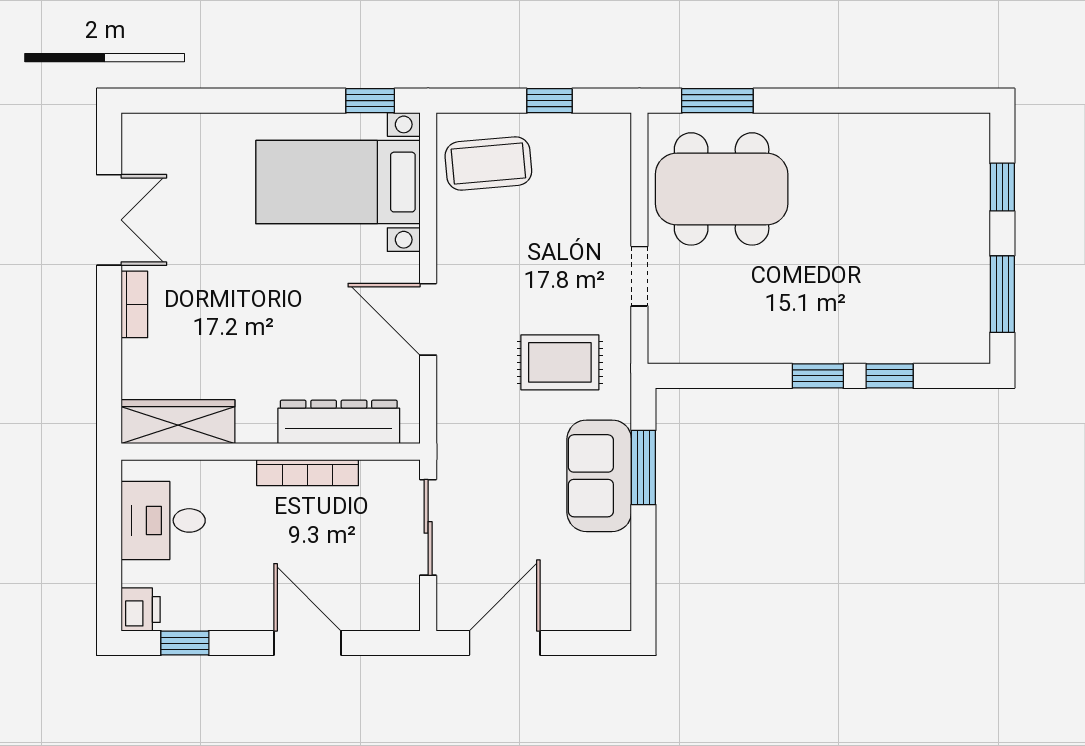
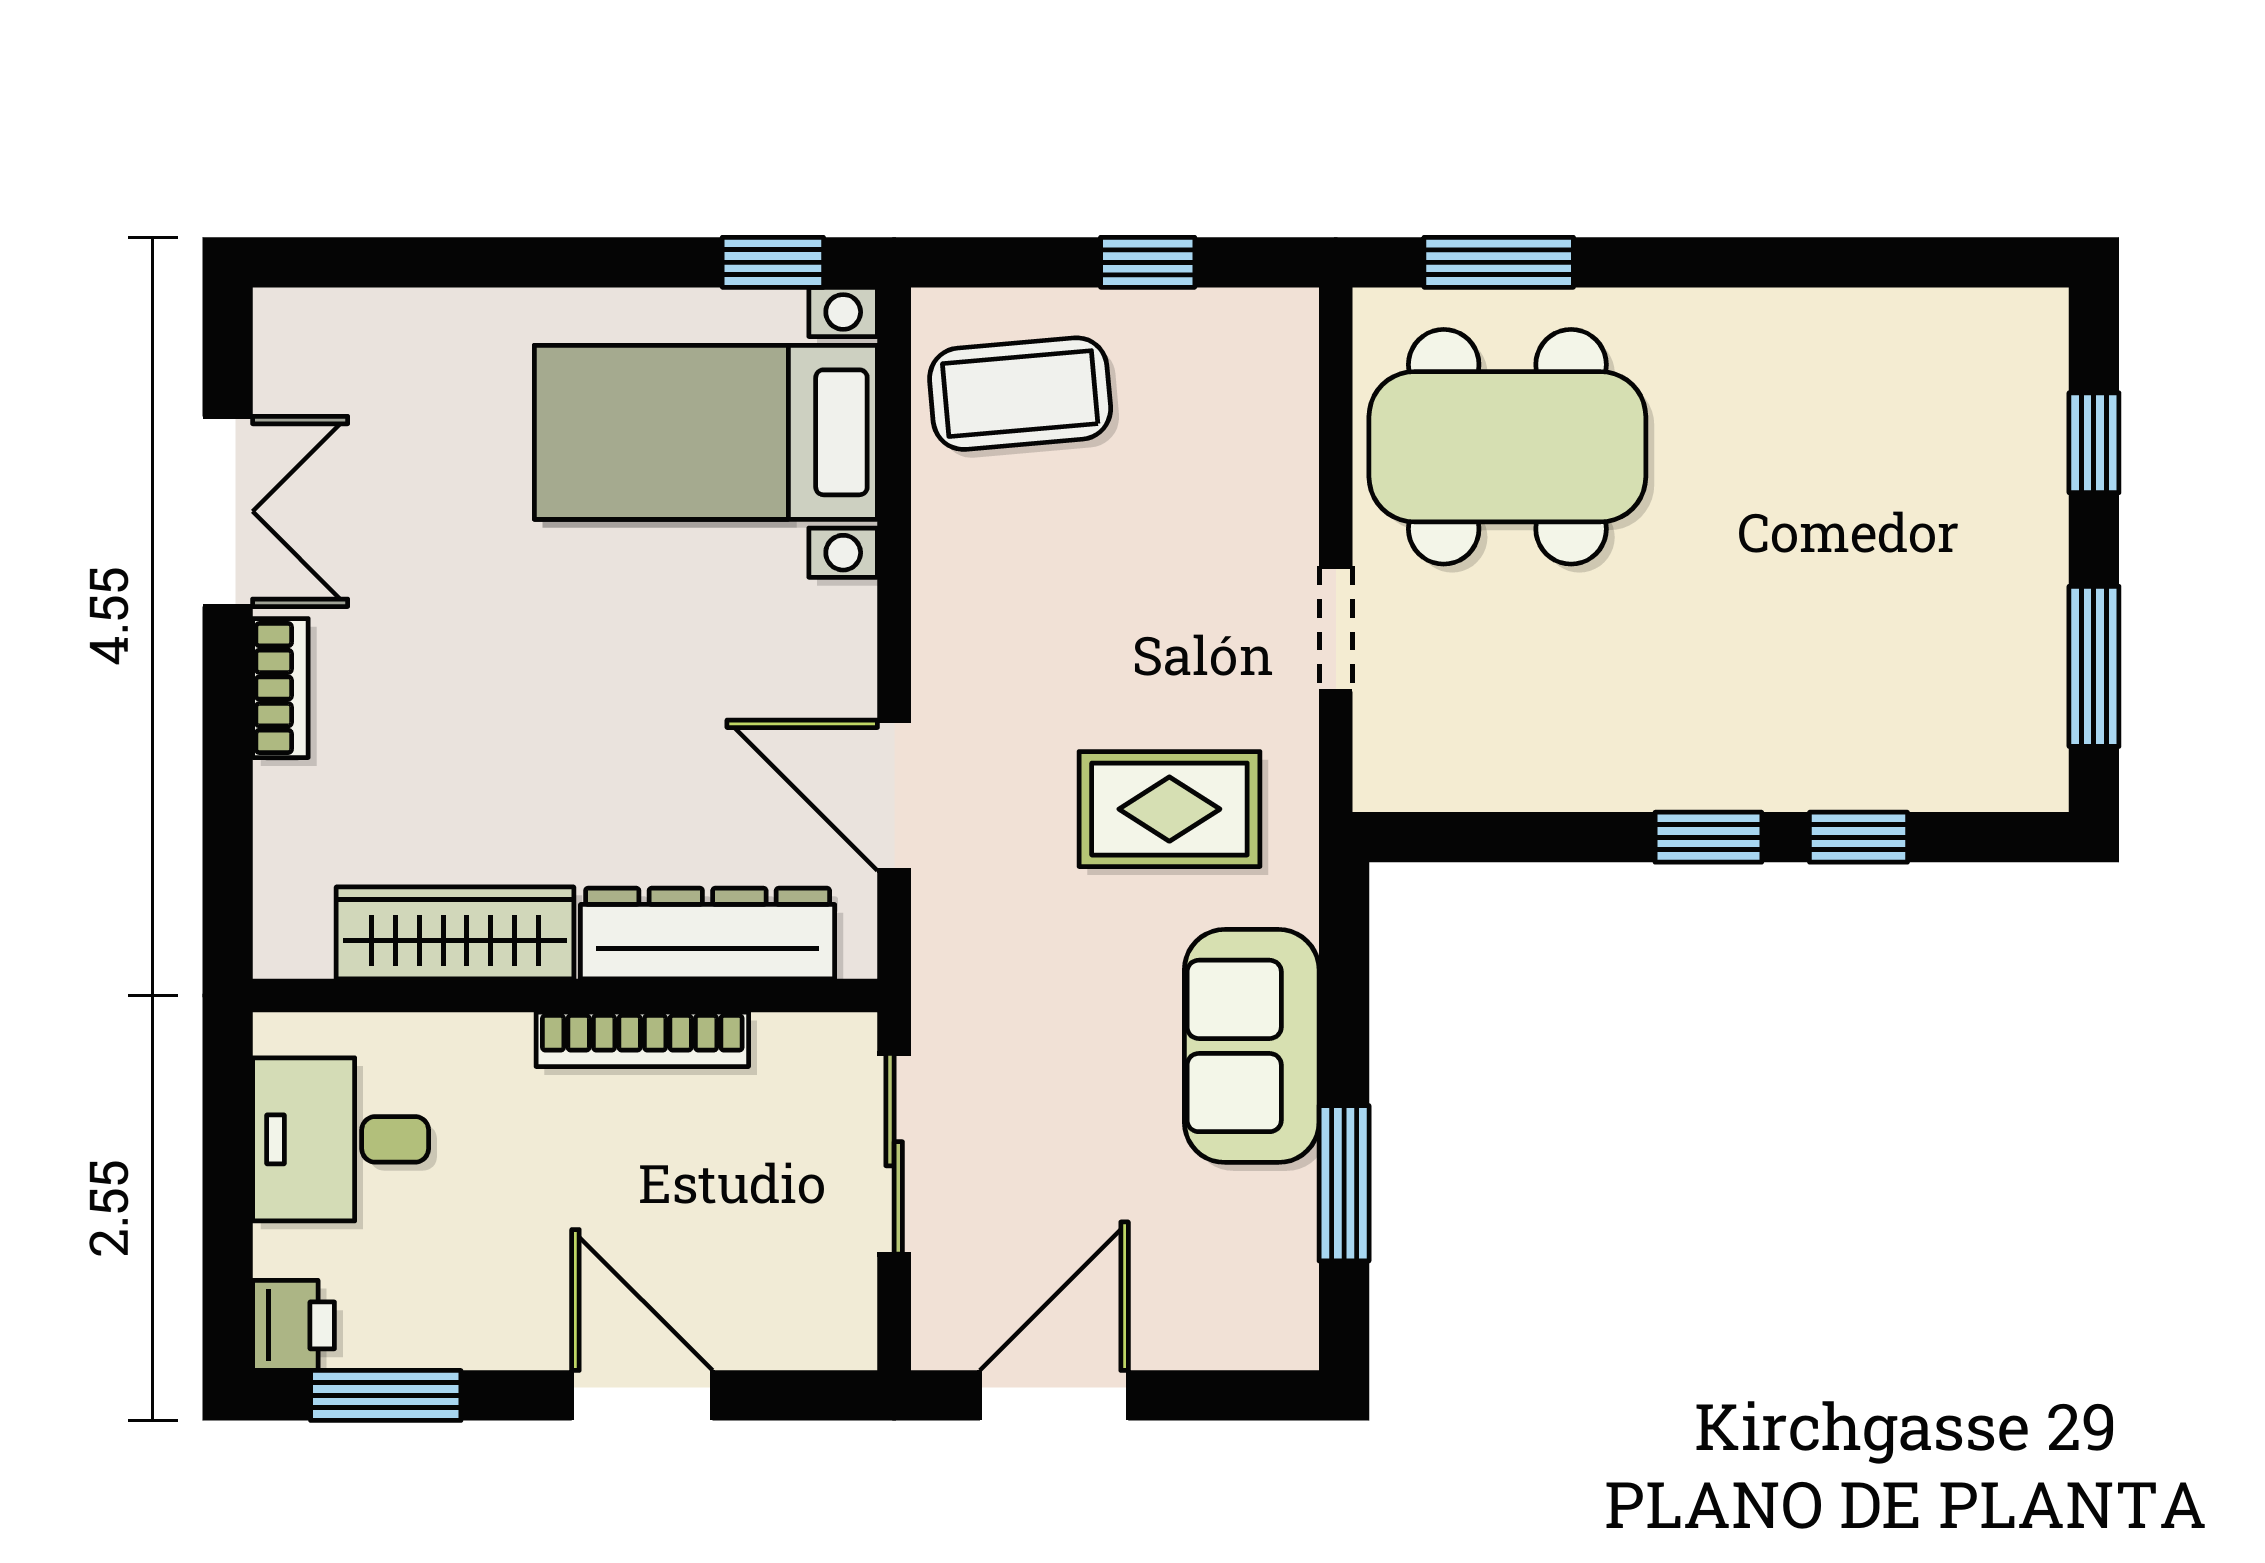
door: (428, 319) -> (894, 795), moved
wardrobe: (178, 422) -> (455, 933), moved
window: (643, 468) -> (1344, 1183), moved
window: (185, 643) -> (386, 1395), width x1.50

